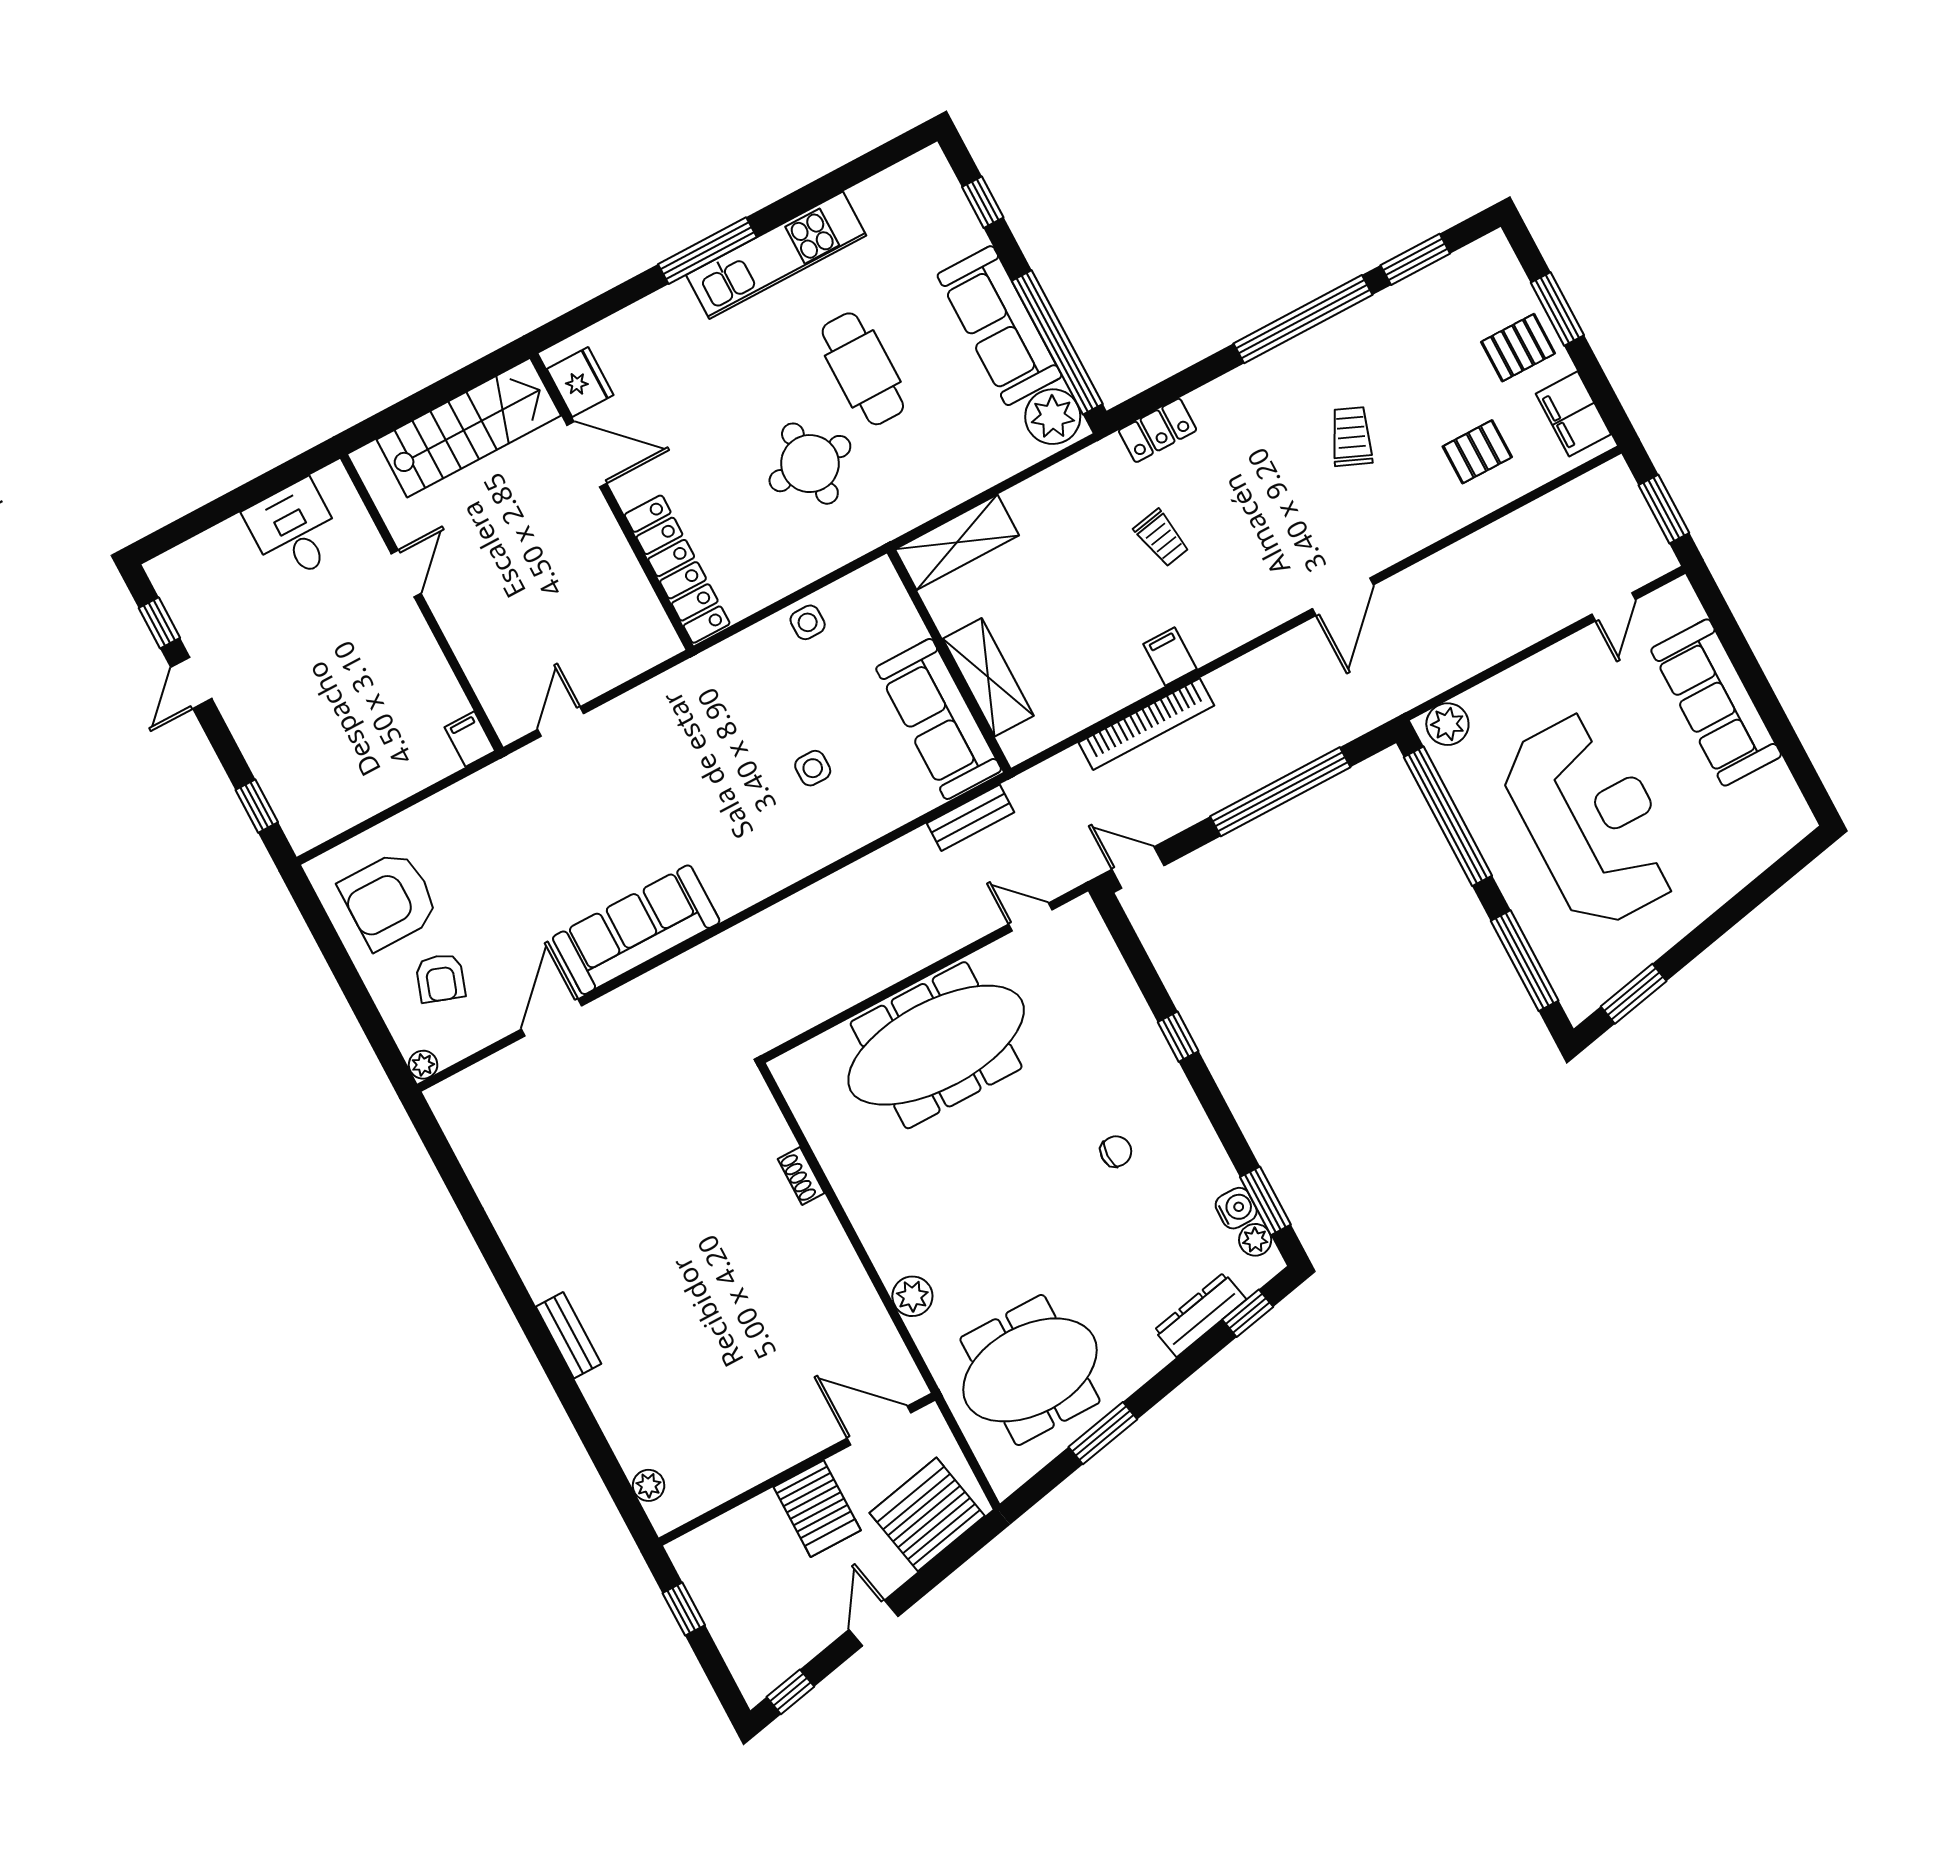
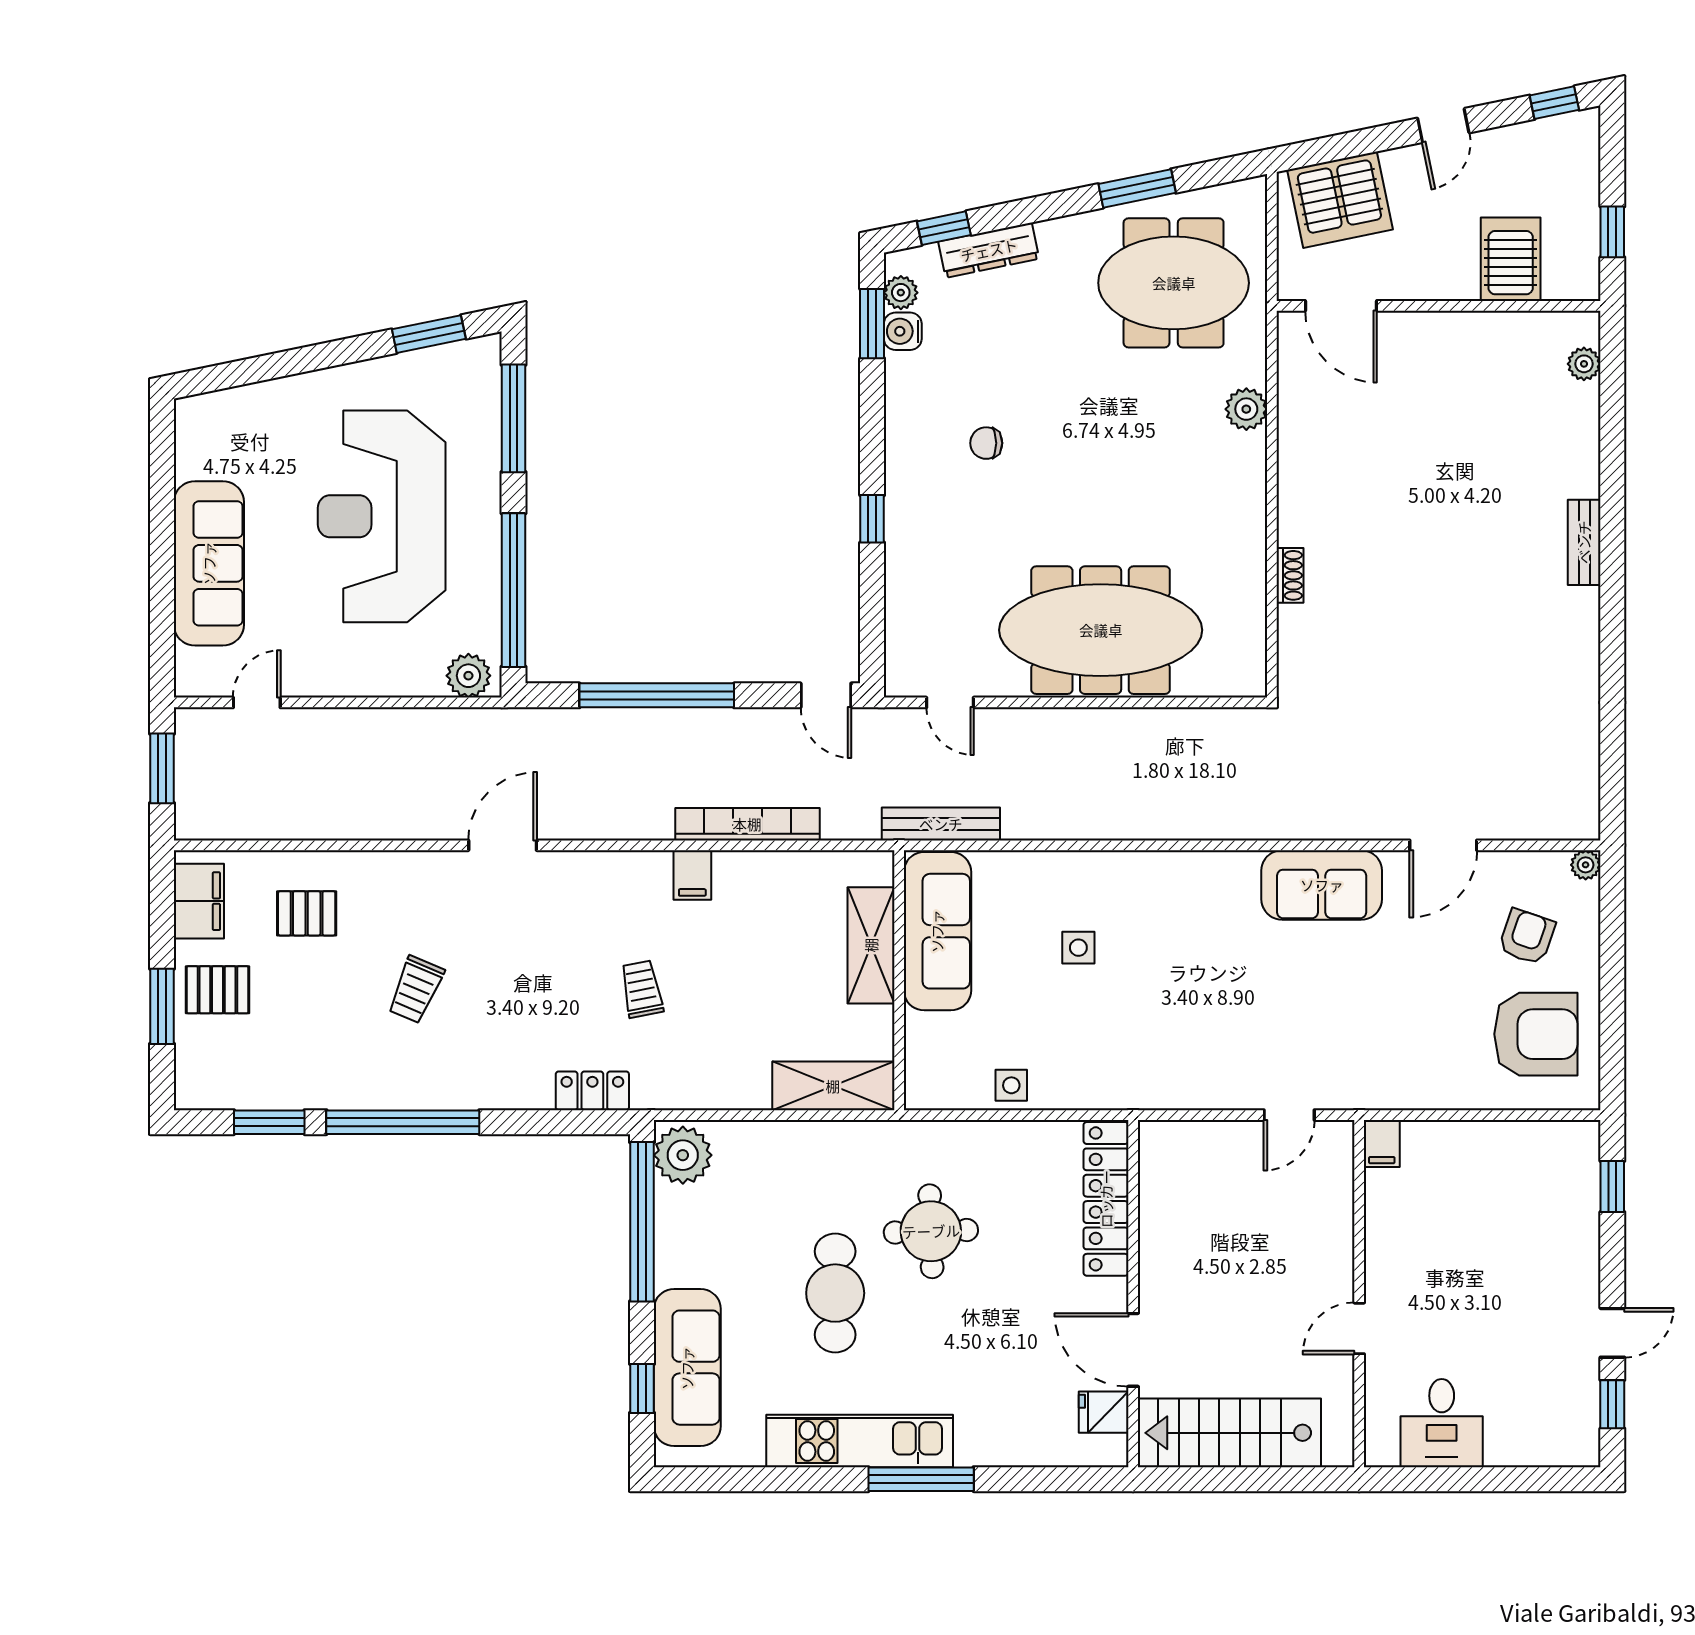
sofa: (999, 326) -> (687, 1368), moved
fridge: (580, 382) -> (1104, 1412), width x0.72
bench: (970, 818) -> (941, 824), width x1.36
sofa: (636, 930) -> (1322, 885), width x0.73
server rack: (817, 1509) -> (1511, 259), moved

